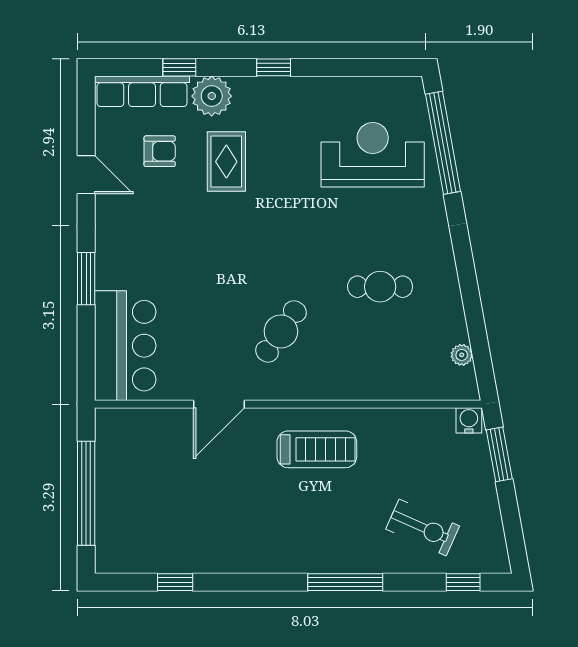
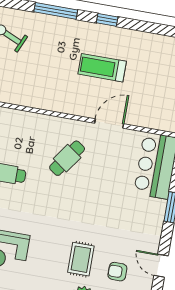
treadmill: (317, 449) -> (102, 68), moved
window: (175, 582) -> (107, 20), moved

